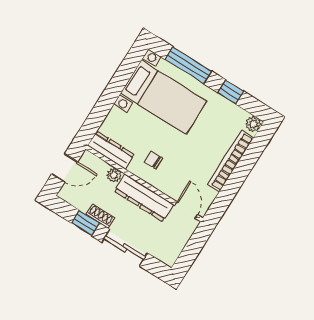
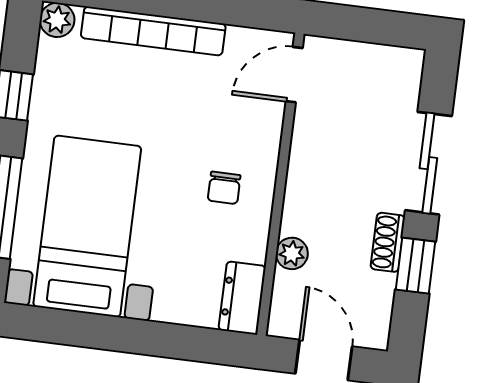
dresser: (111, 150) -> (242, 298), width x0.70
dresser: (144, 198) -> (309, 171), removed

